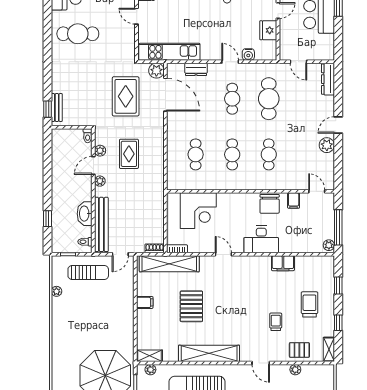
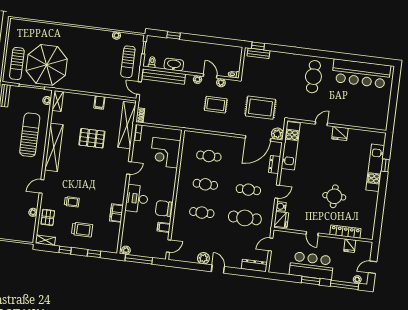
fridge: (268, 30) -> (281, 220), moved, turned 90

